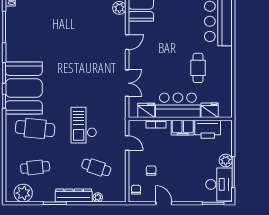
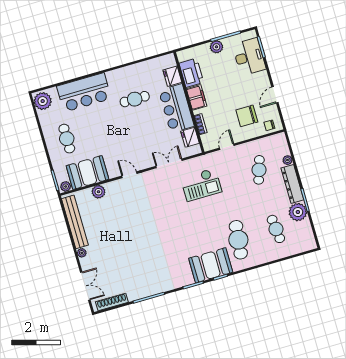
booth: (24, 88) -> (211, 265), width x0.73, depth x0.70
checkout: (84, 125) -> (201, 185), moved
chair: (151, 171) -> (247, 116), width x1.87, depth x1.87
desk: (219, 184) -> (249, 57), moved, turned 90
plant: (23, 193) -> (298, 212), moved

